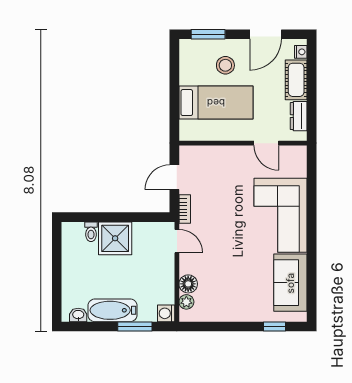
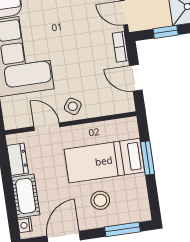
window: (174, 99) -> (148, 158), added
side table: (239, 159) -> (73, 106), added
door: (174, 177) -> (136, 78), swing flipped
window: (139, 217) -> (166, 32), added

